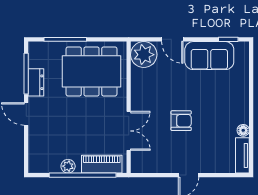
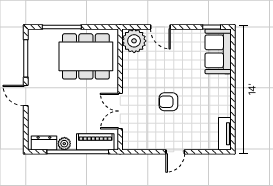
sofa: (209, 56) -> (218, 51), moved, turned 90
dresser: (36, 82) -> (44, 143), moved, turned -90
armchair: (181, 121) -> (168, 102), turned 180
floor lamp: (243, 130) -> (226, 111), removed
double door: (129, 131) -> (120, 111), swing flipped

